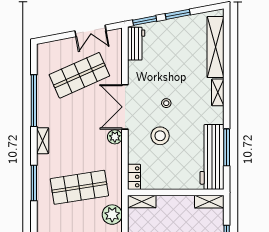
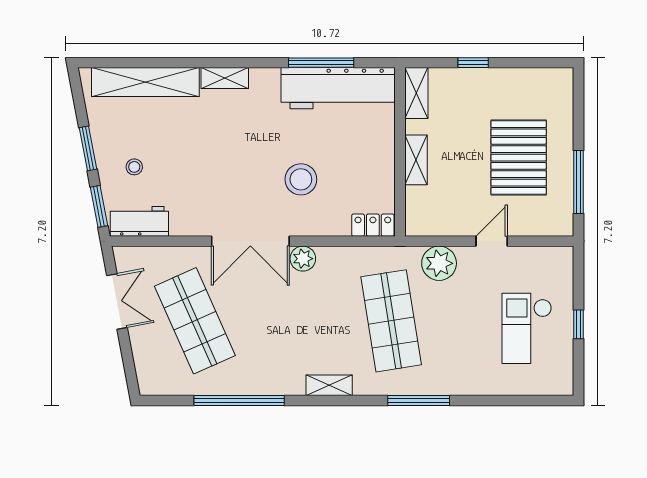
stool: (166, 103) -> (134, 167), moved
shelving: (43, 141) -> (329, 385), moved
window: (34, 183) -> (419, 400), moved
shelving: (142, 201) -> (416, 160), moved

